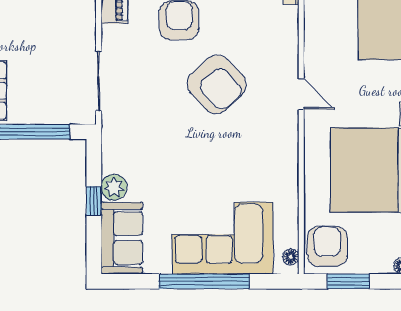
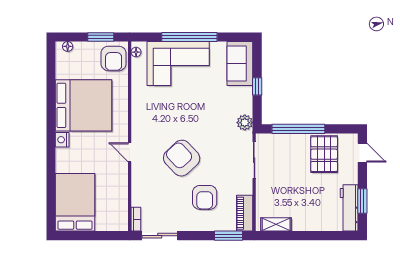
plant: (114, 187) -> (245, 123), moved

